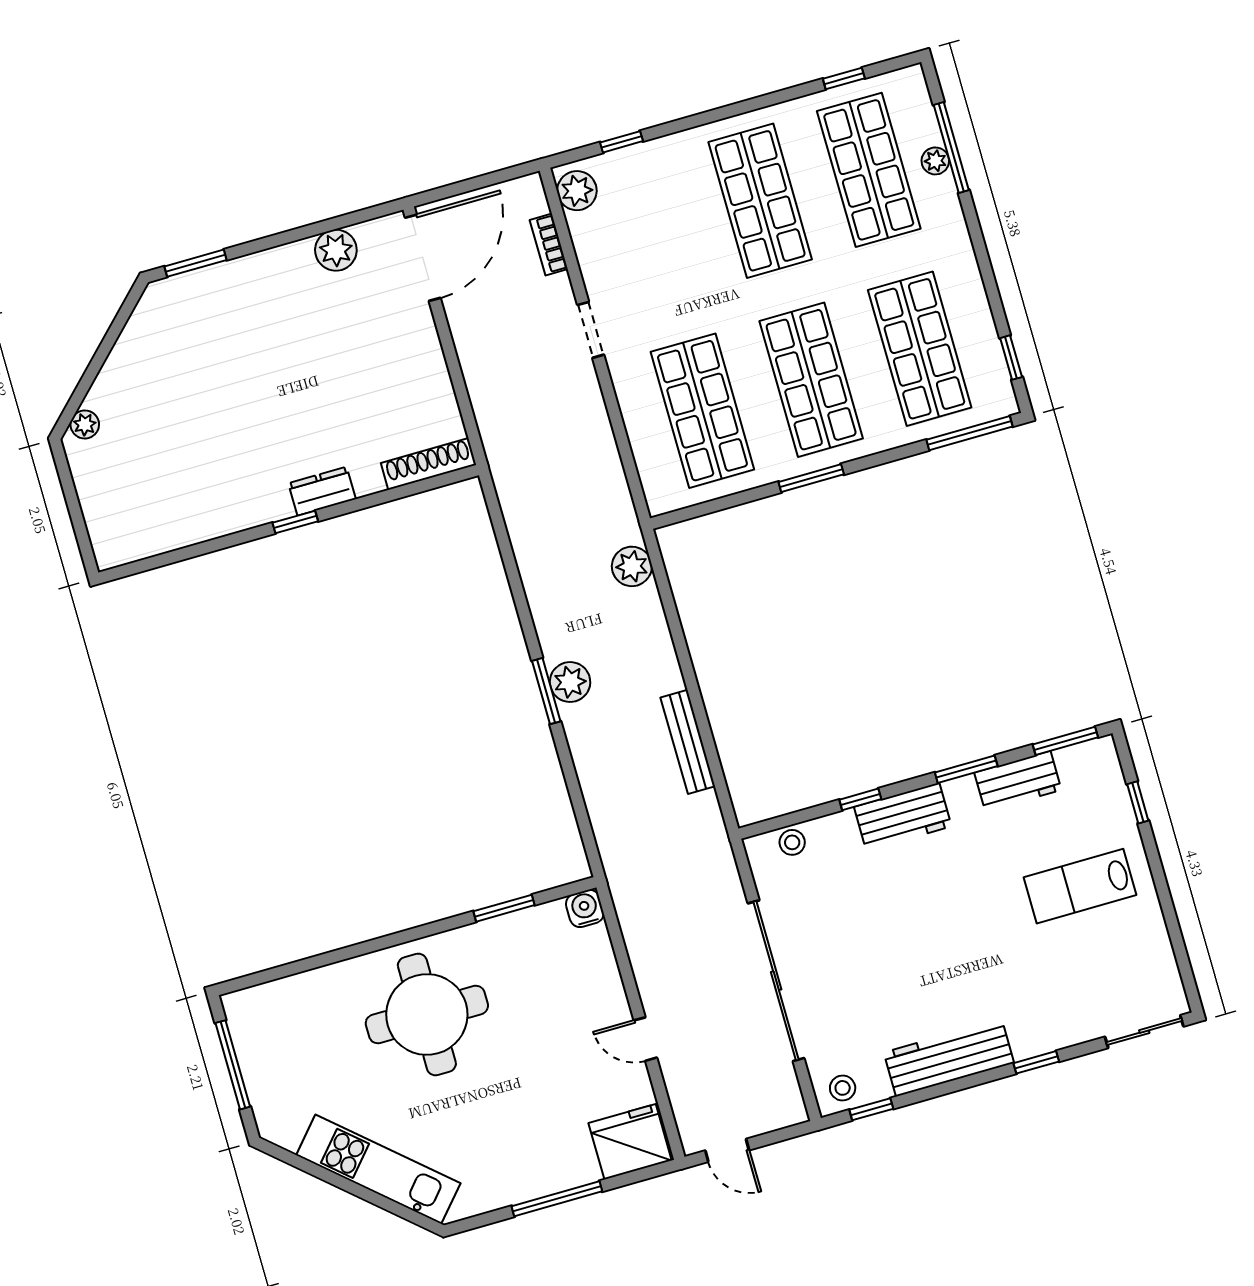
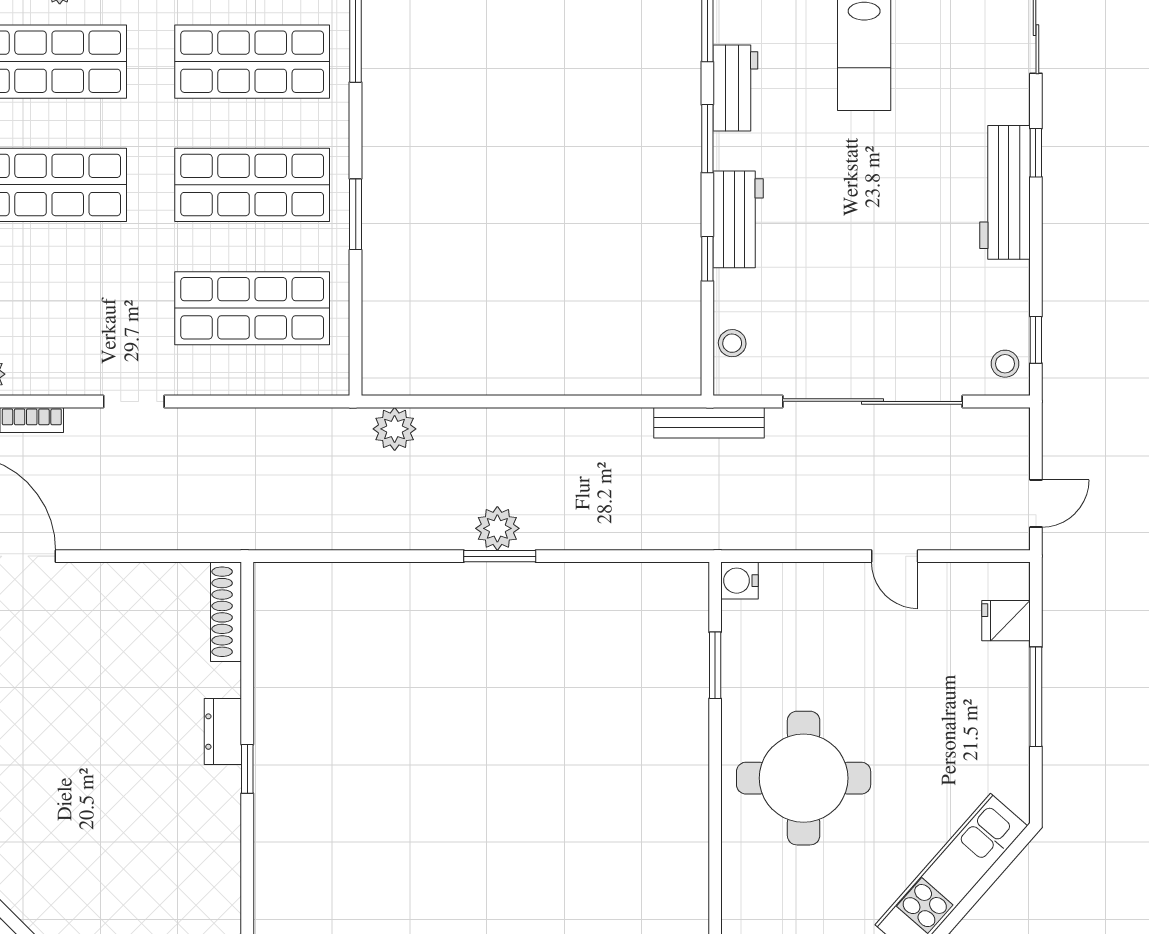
bench: (688, 742) -> (709, 423), moved
door: (645, 1039) -> (895, 556), hinge flipped
workbench: (949, 1058) -> (1005, 192), moved
fridge: (630, 1142) -> (1006, 621), width x0.53, depth x0.75

